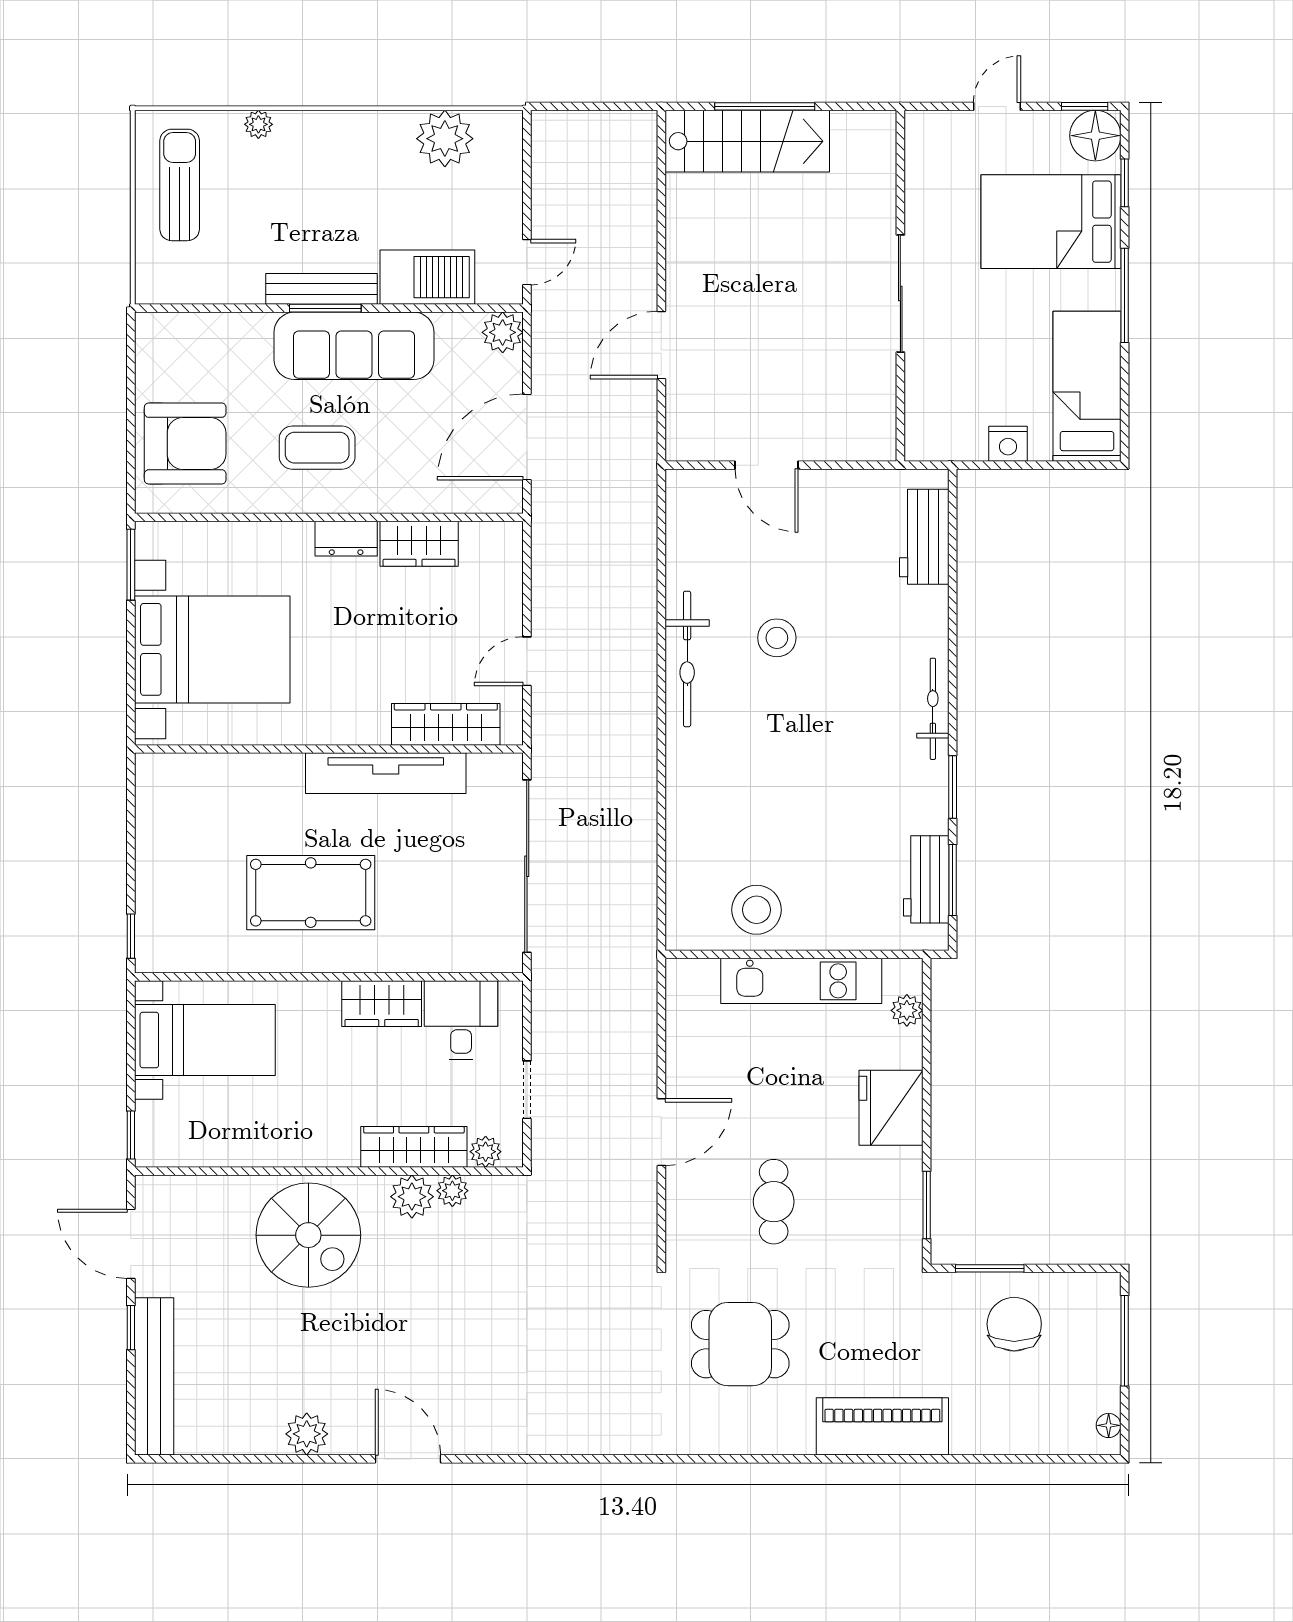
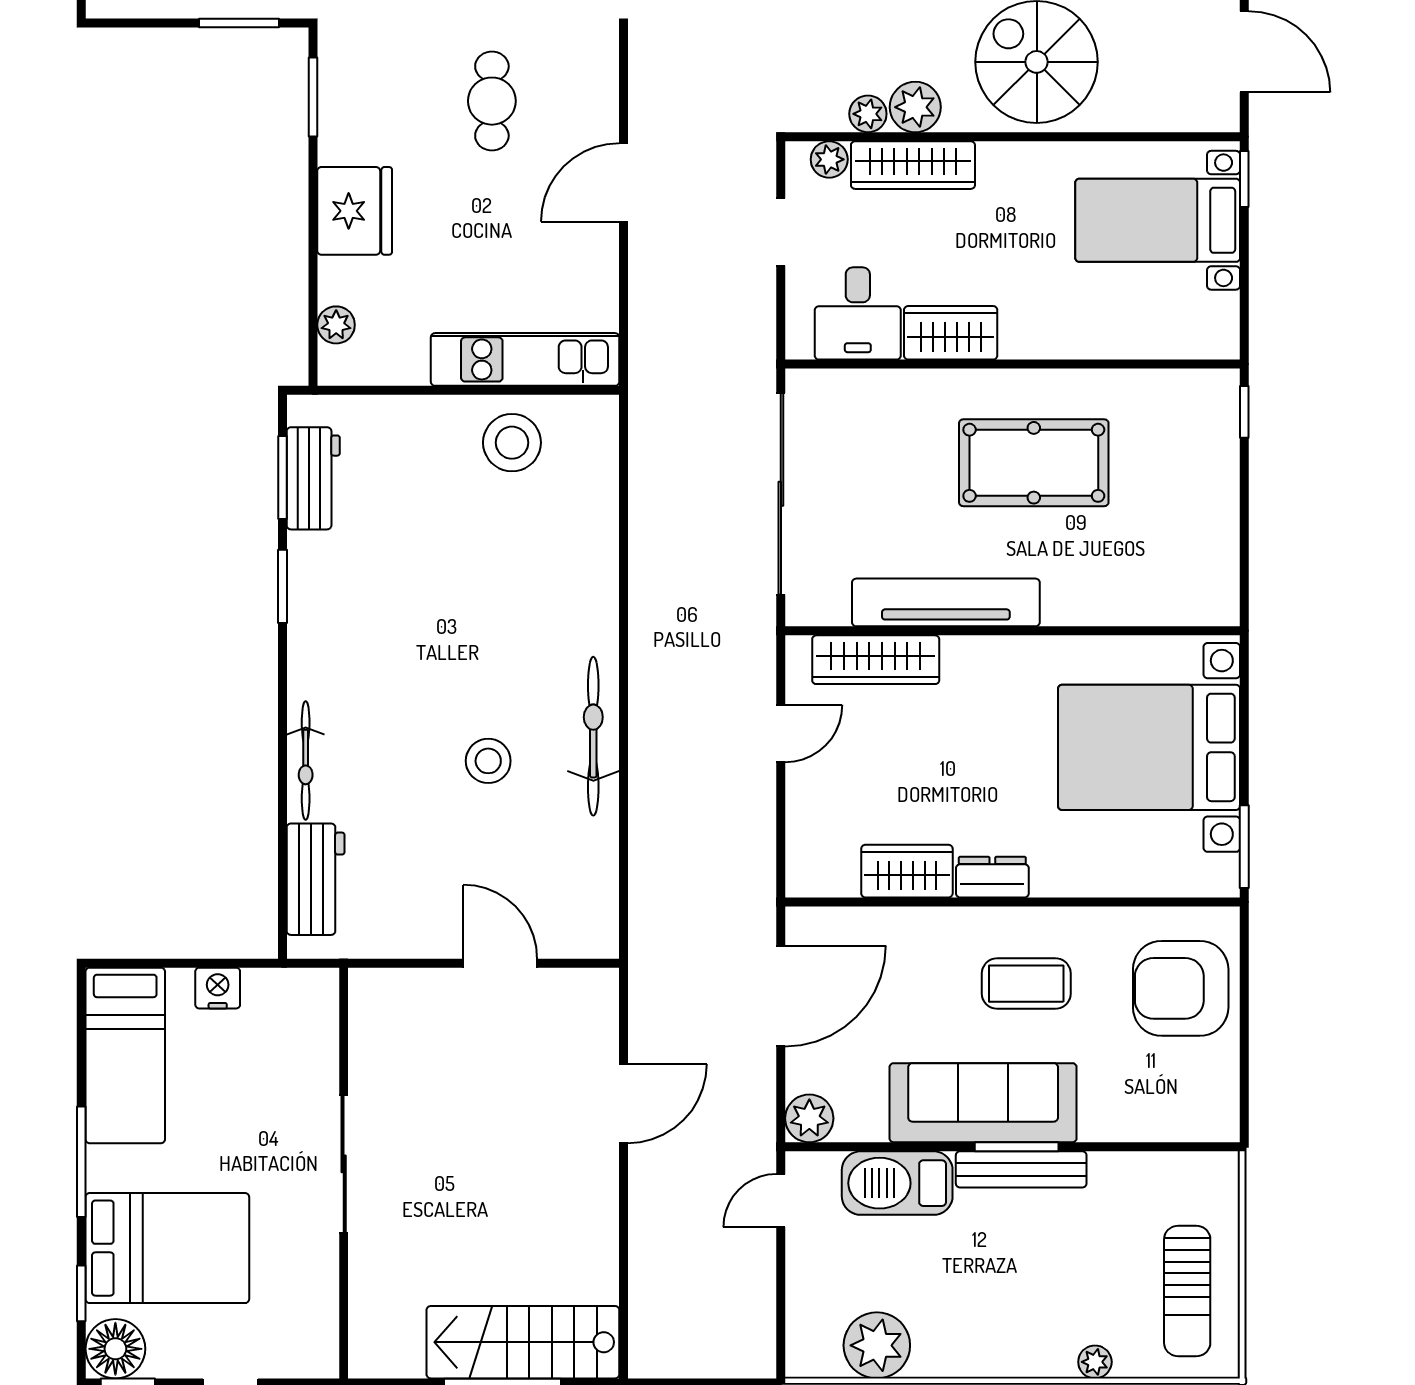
bicycle: (933, 709) -> (306, 761), moved
kitchen unit: (801, 981) -> (525, 359), moved
bed with nightstands: (205, 1040) -> (1158, 220), moved

